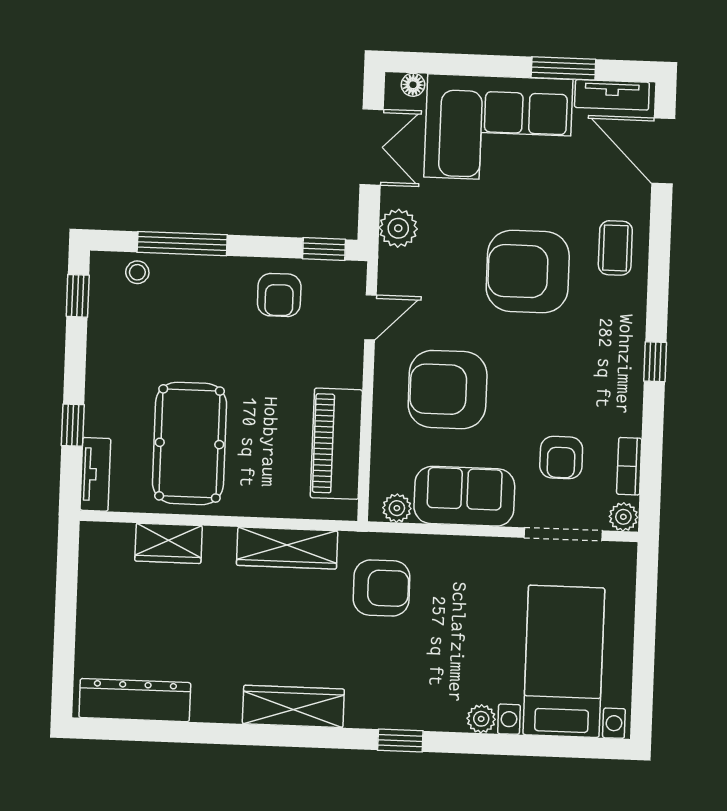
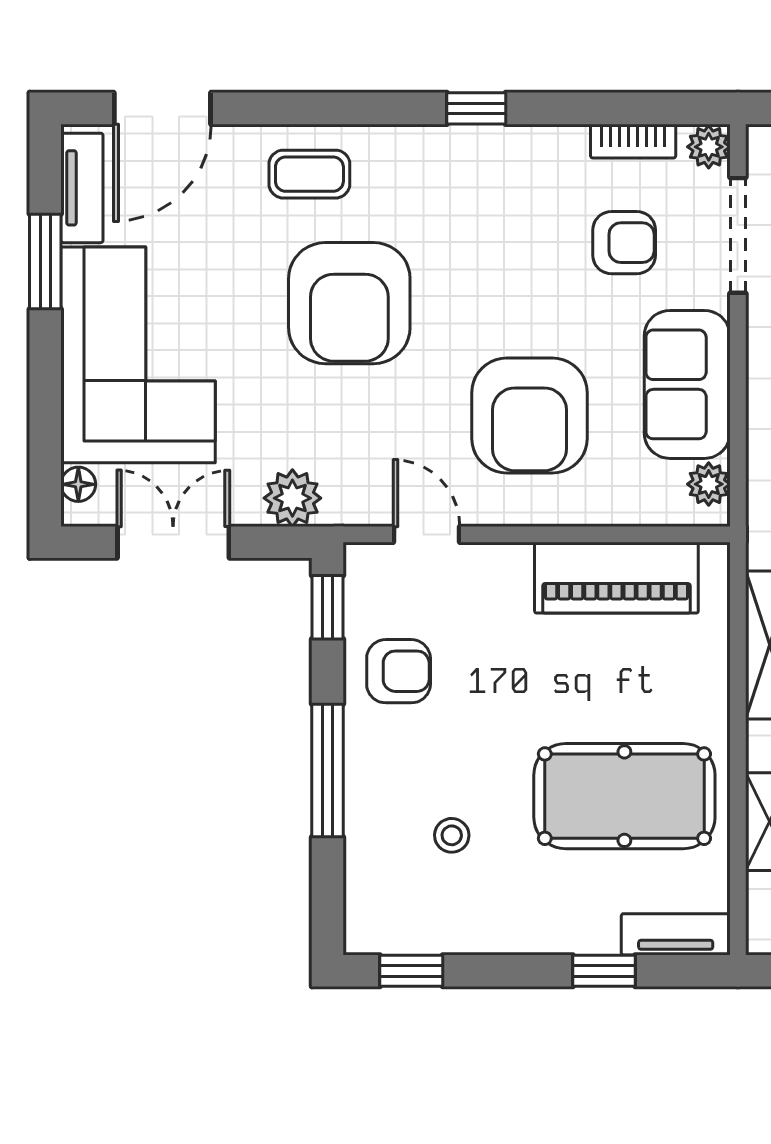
window: (182, 244) -> (328, 770), moved
stool: (137, 272) -> (452, 835), moved

